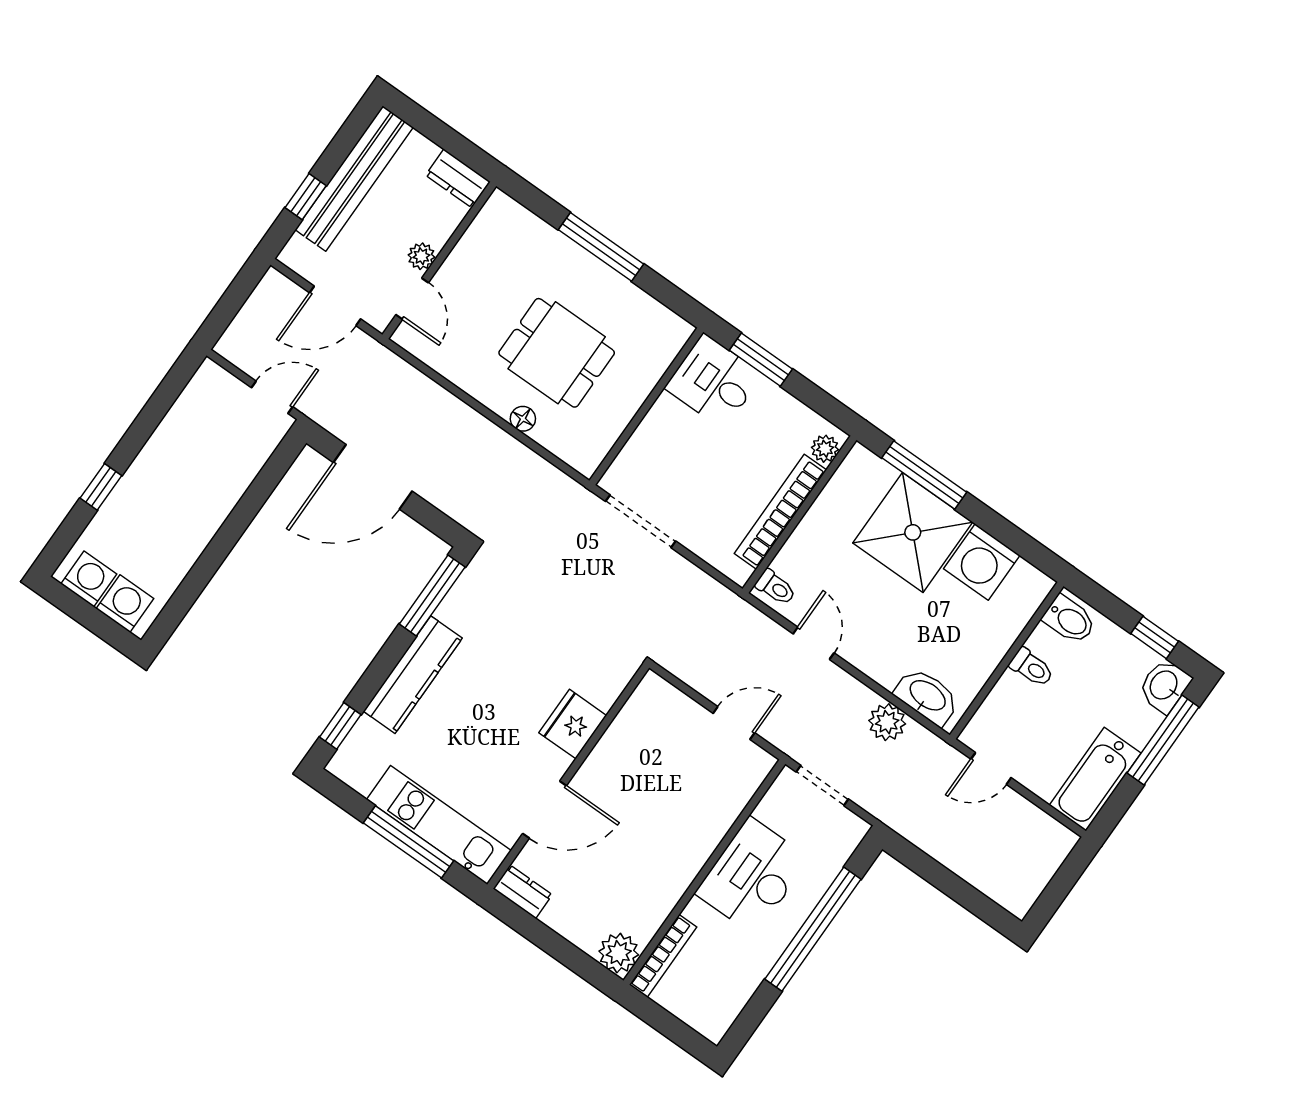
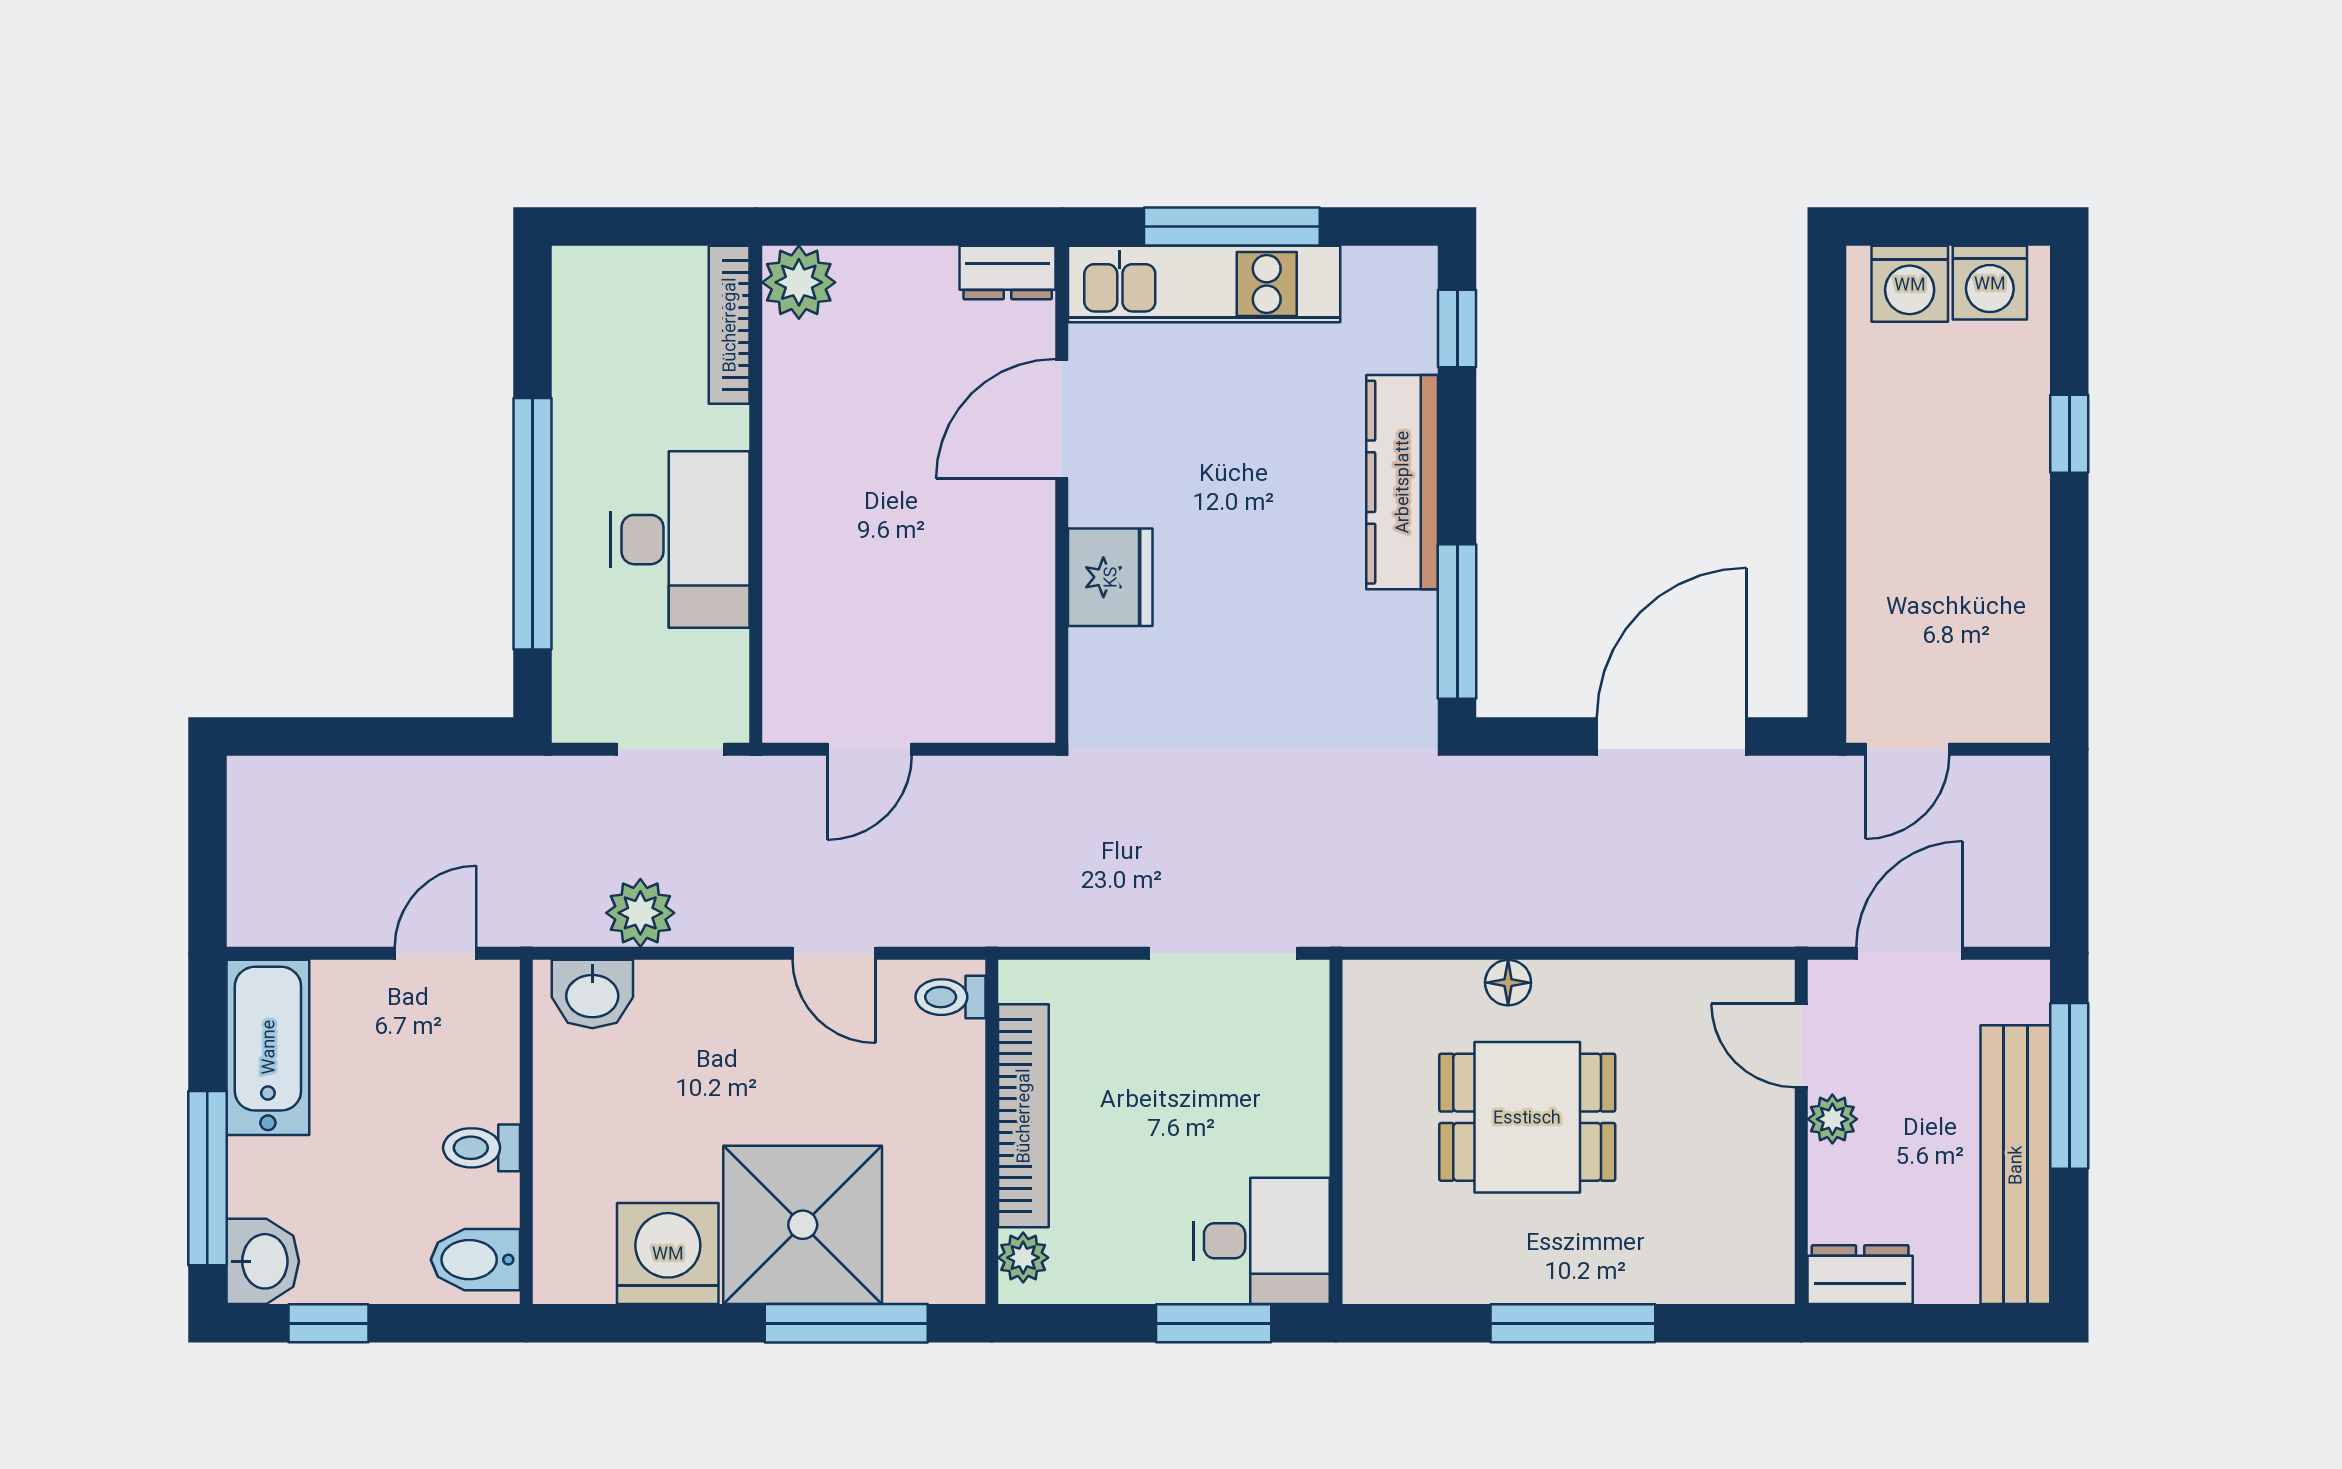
window: (306, 197) -> (2069, 1086), width x2.17
washbasin: (927, 696) -> (592, 994), width x0.72

